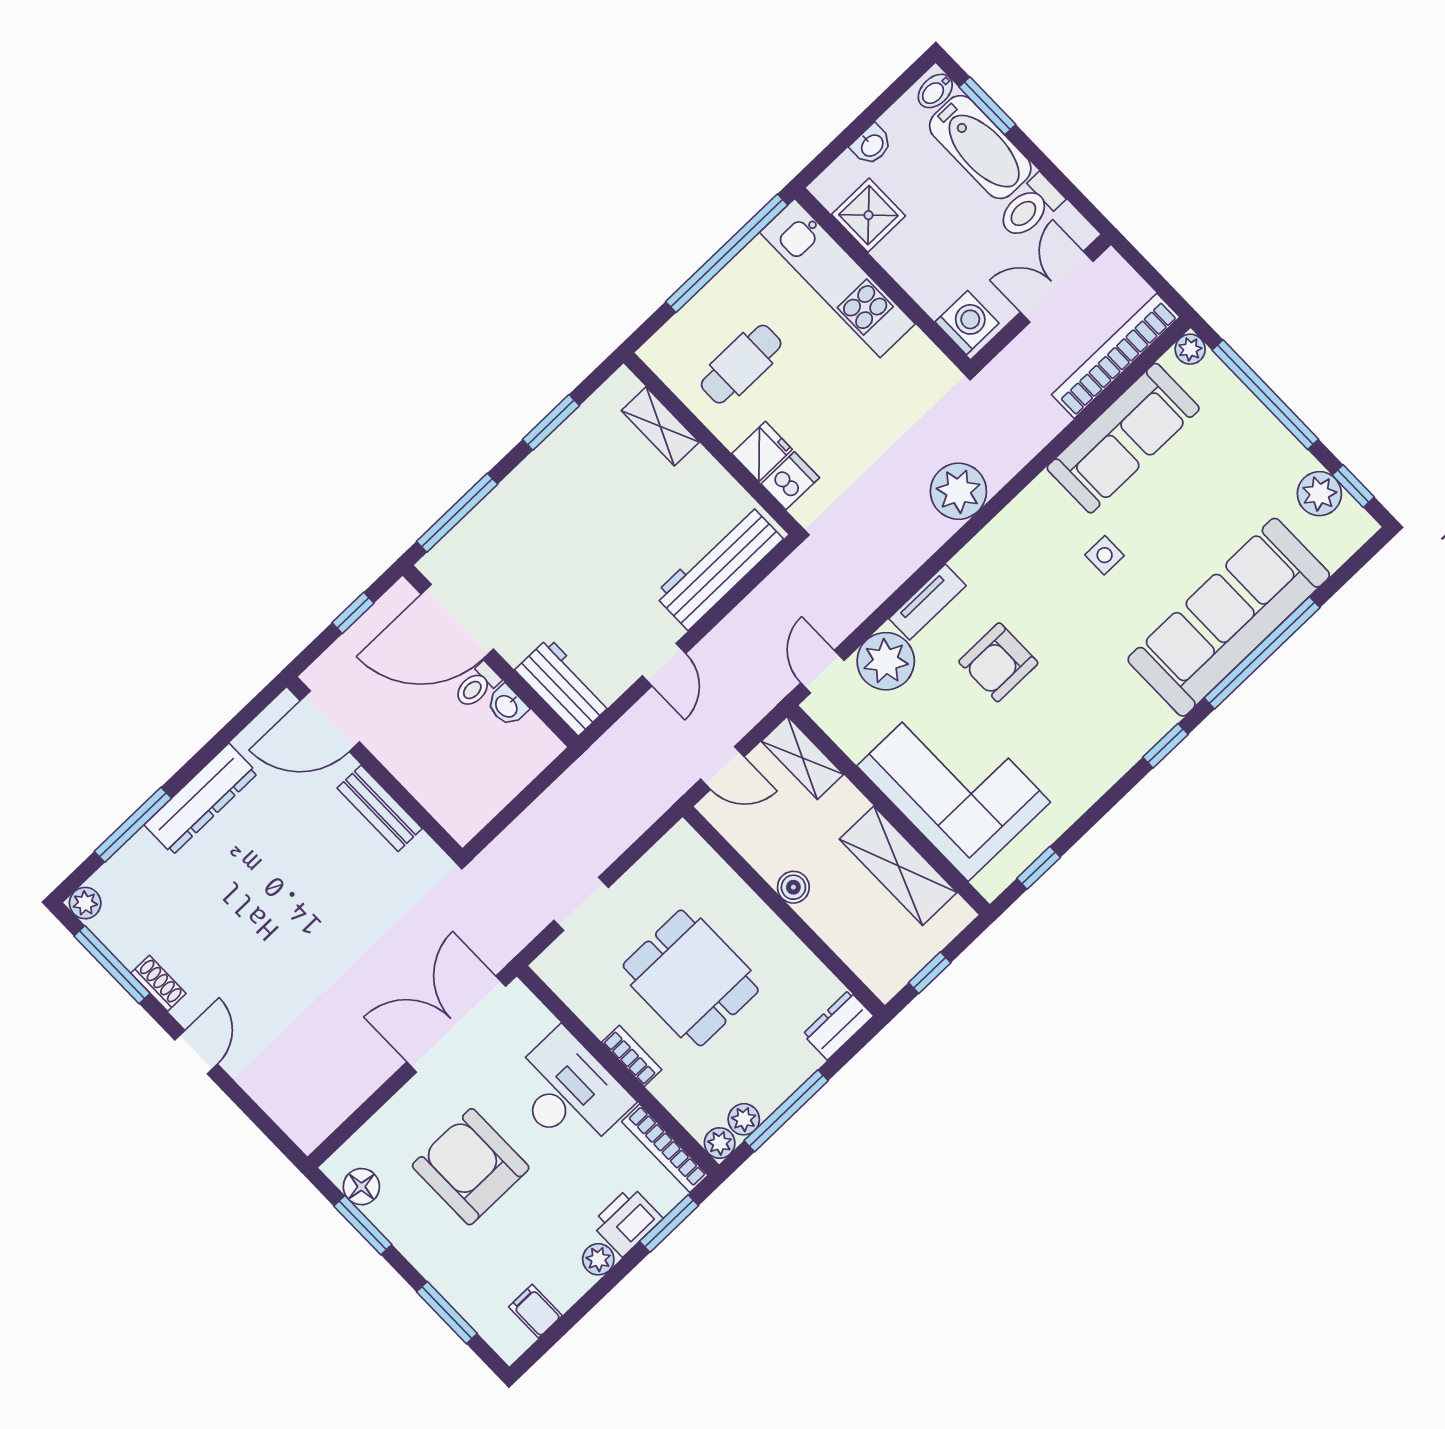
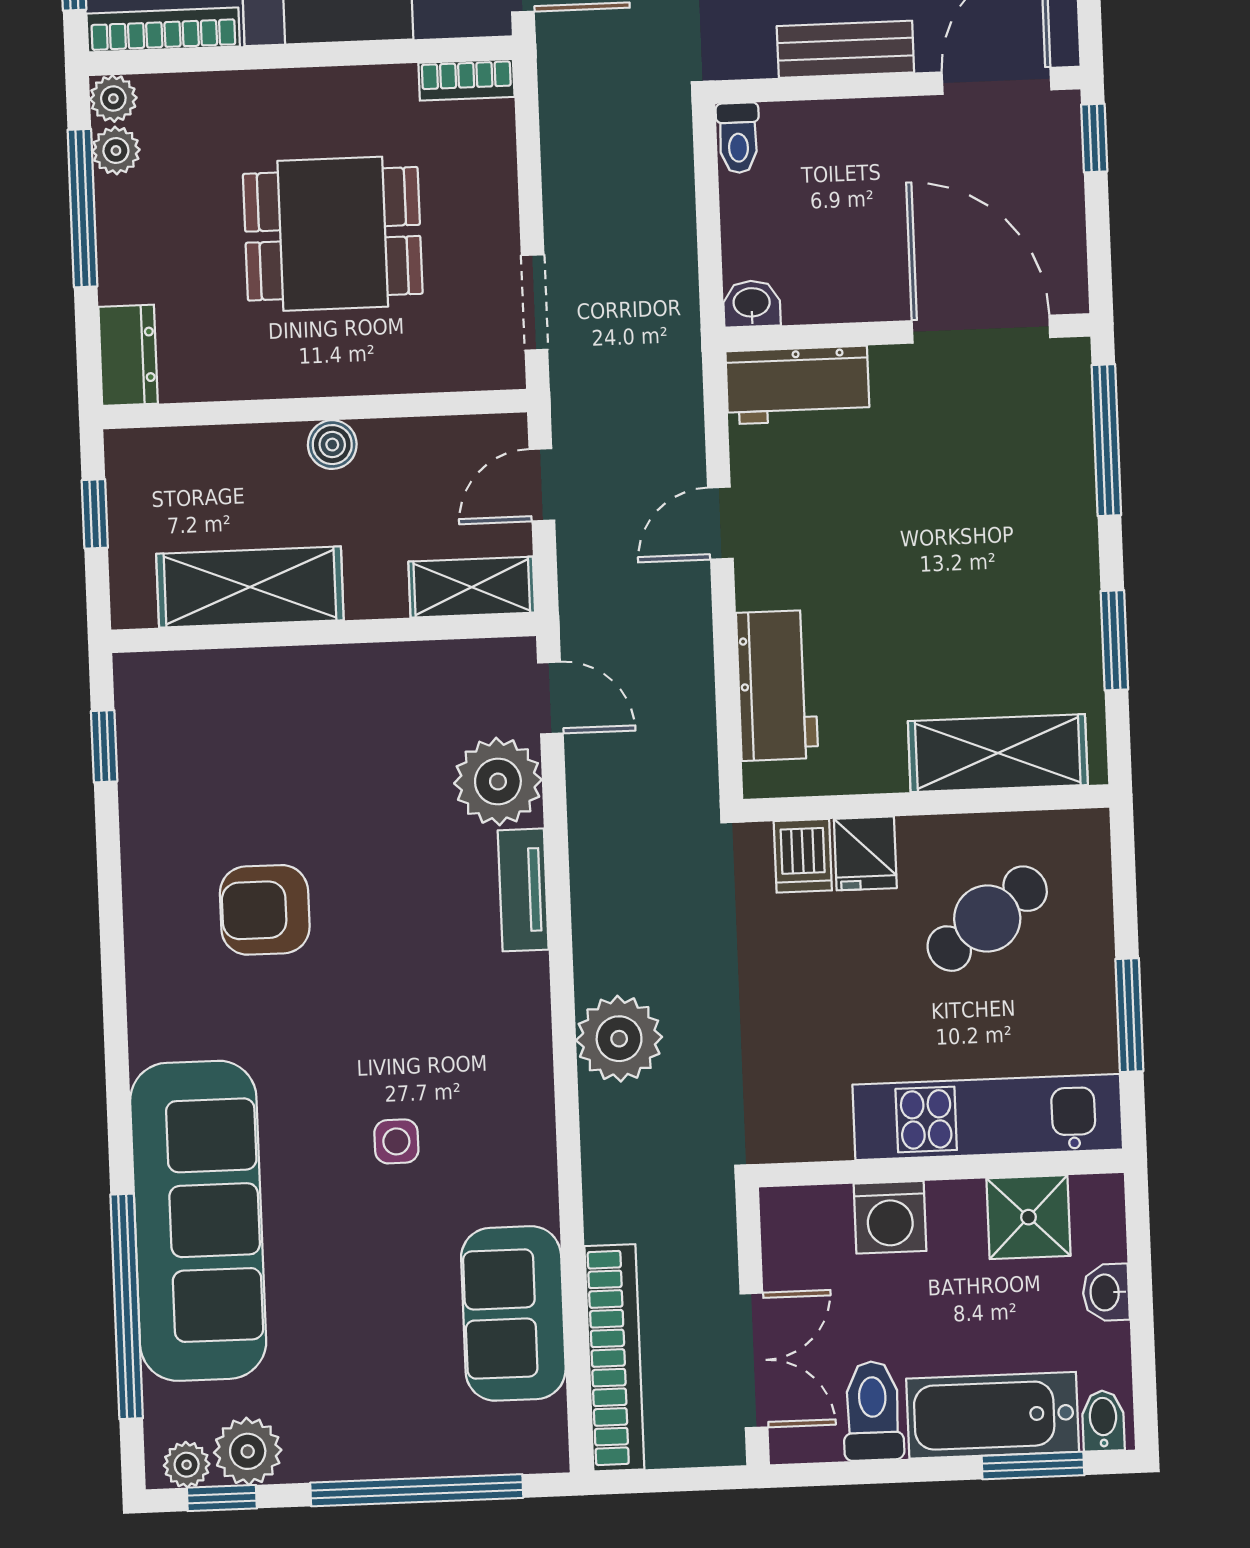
window: (727, 253) -> (1129, 1015), width x0.47
washing machine: (967, 323) -> (890, 1217), moved
plant: (1190, 349) -> (187, 1465), moved
cafe table: (741, 364) -> (987, 919), turned 54
shelving: (660, 426) -> (998, 753), width x1.50, depth x1.33
sofa: (1123, 438) -> (513, 1313), width x0.73
workbench: (719, 567) -> (777, 685), width x0.73
window: (353, 613) -> (1094, 138), moved
door: (457, 622) -> (981, 329), hinge flipped
window: (1262, 653) -> (127, 1306), moved
armchair: (998, 662) -> (265, 910), moved, turned -90
door: (664, 665) -> (720, 523), hinge flipped
toilet: (477, 686) -> (738, 138), moved, turned 180
washbasin: (507, 706) -> (752, 304), moved
window: (1165, 746) -> (115, 1017), removed
corner sofa: (954, 784) -> (287, 734), removed
doorway: (581, 904) -> (535, 302), moved
bookcase: (632, 1056) -> (466, 80), moved

